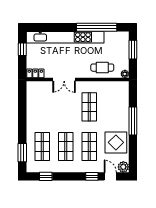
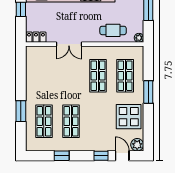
window: (133, 121) -> (148, 92), width x0.69
shop shelf: (89, 146) -> (125, 76), moved
window: (22, 153) -> (21, 111), moved
window: (46, 176) -> (62, 156), moved

